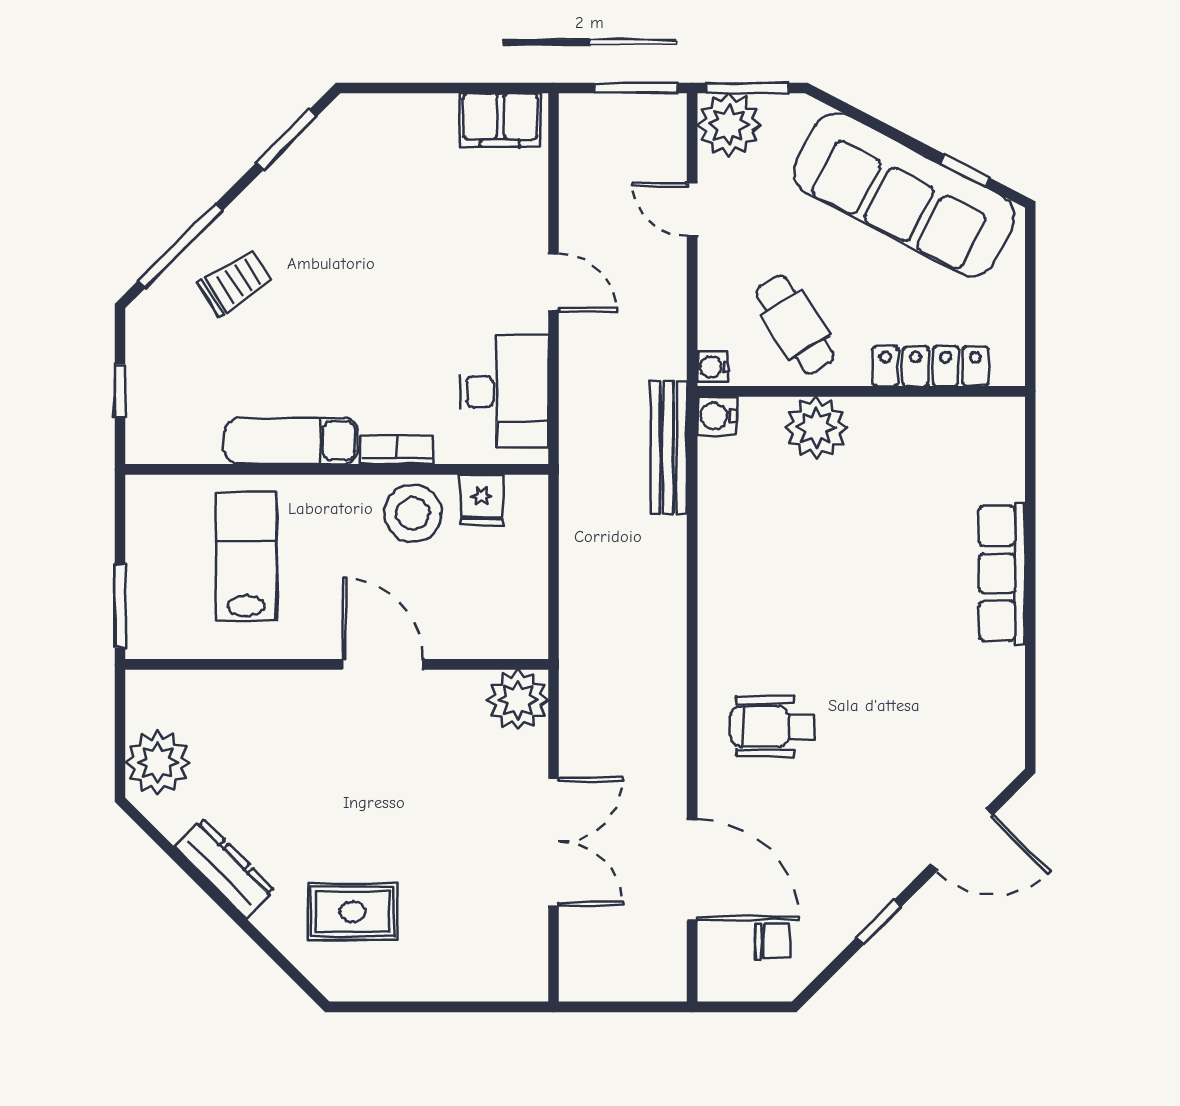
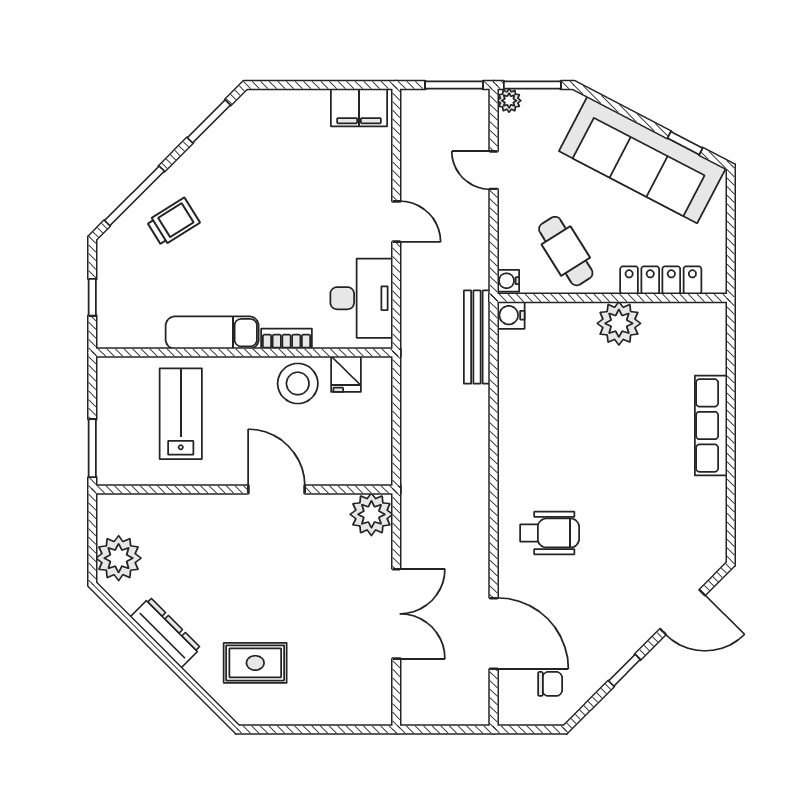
plant: (729, 125) -> (509, 101), width x0.53, depth x0.53
plant: (816, 428) -> (619, 323), moved
wheelchair: (772, 727) -> (550, 533), turned 180

